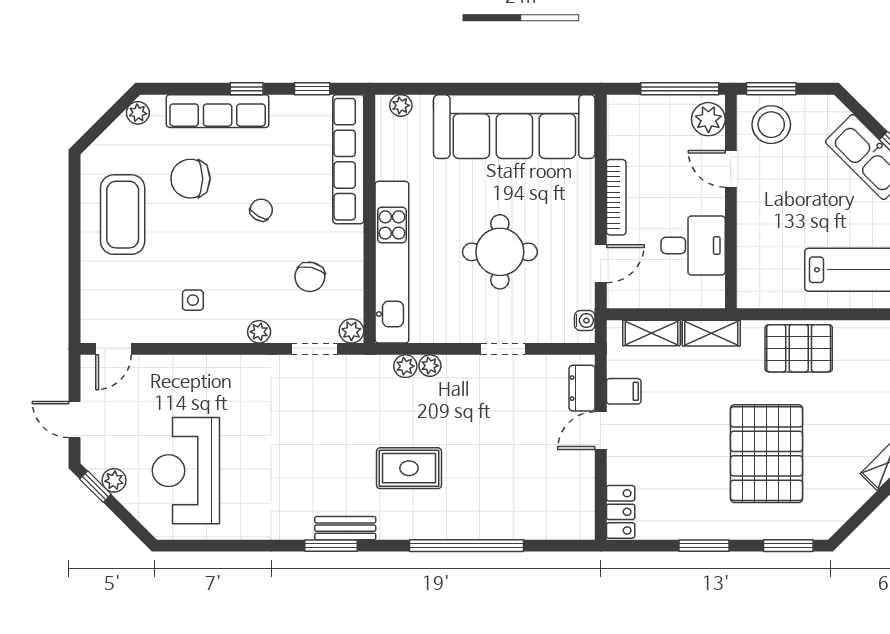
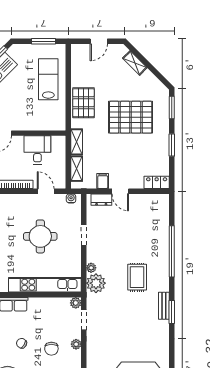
chair: (310, 277) -> (51, 349), moved, turned 77
plant: (405, 366) -> (96, 283), width x1.87, depth x1.87

